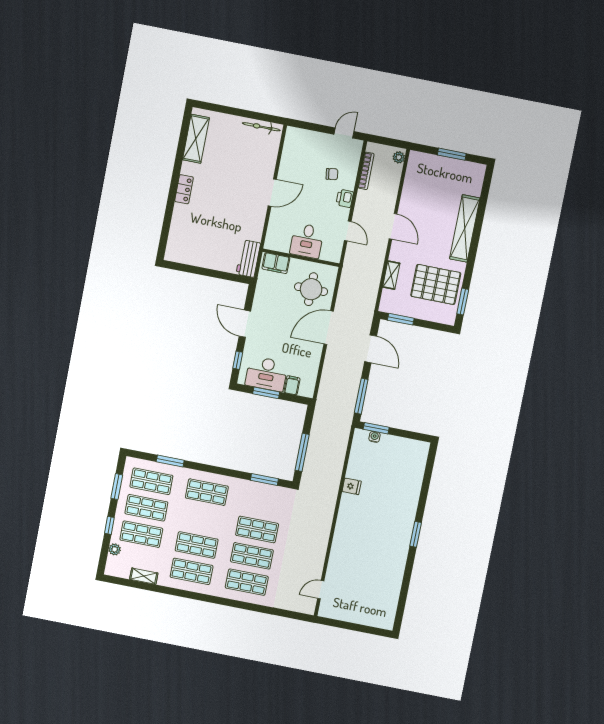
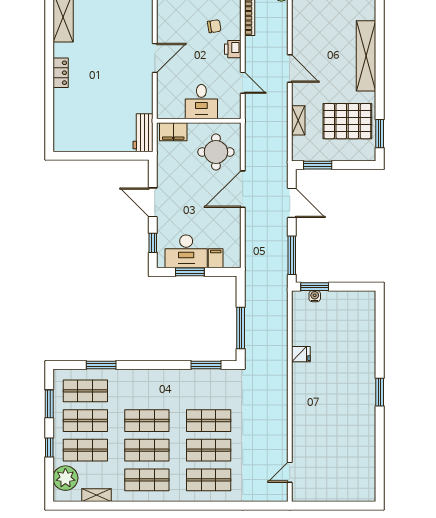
shop shelf: (207, 492) -> (147, 421), moved
plant: (115, 549) -> (65, 478), width x1.87, depth x1.87

